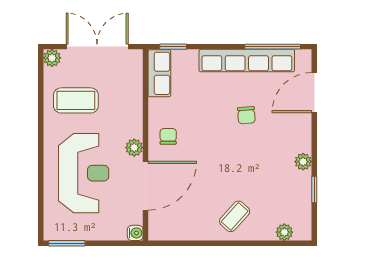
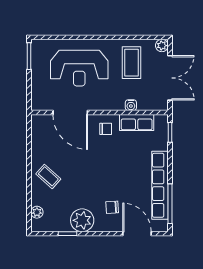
row of seats: (159, 73) -> (137, 122), moved
chair: (246, 115) -> (112, 207), moved
plant: (134, 148) -> (98, 104), removed
plant: (303, 162) -> (82, 220), width x1.88, depth x1.88
water cooler: (135, 233) -> (131, 105), moved

